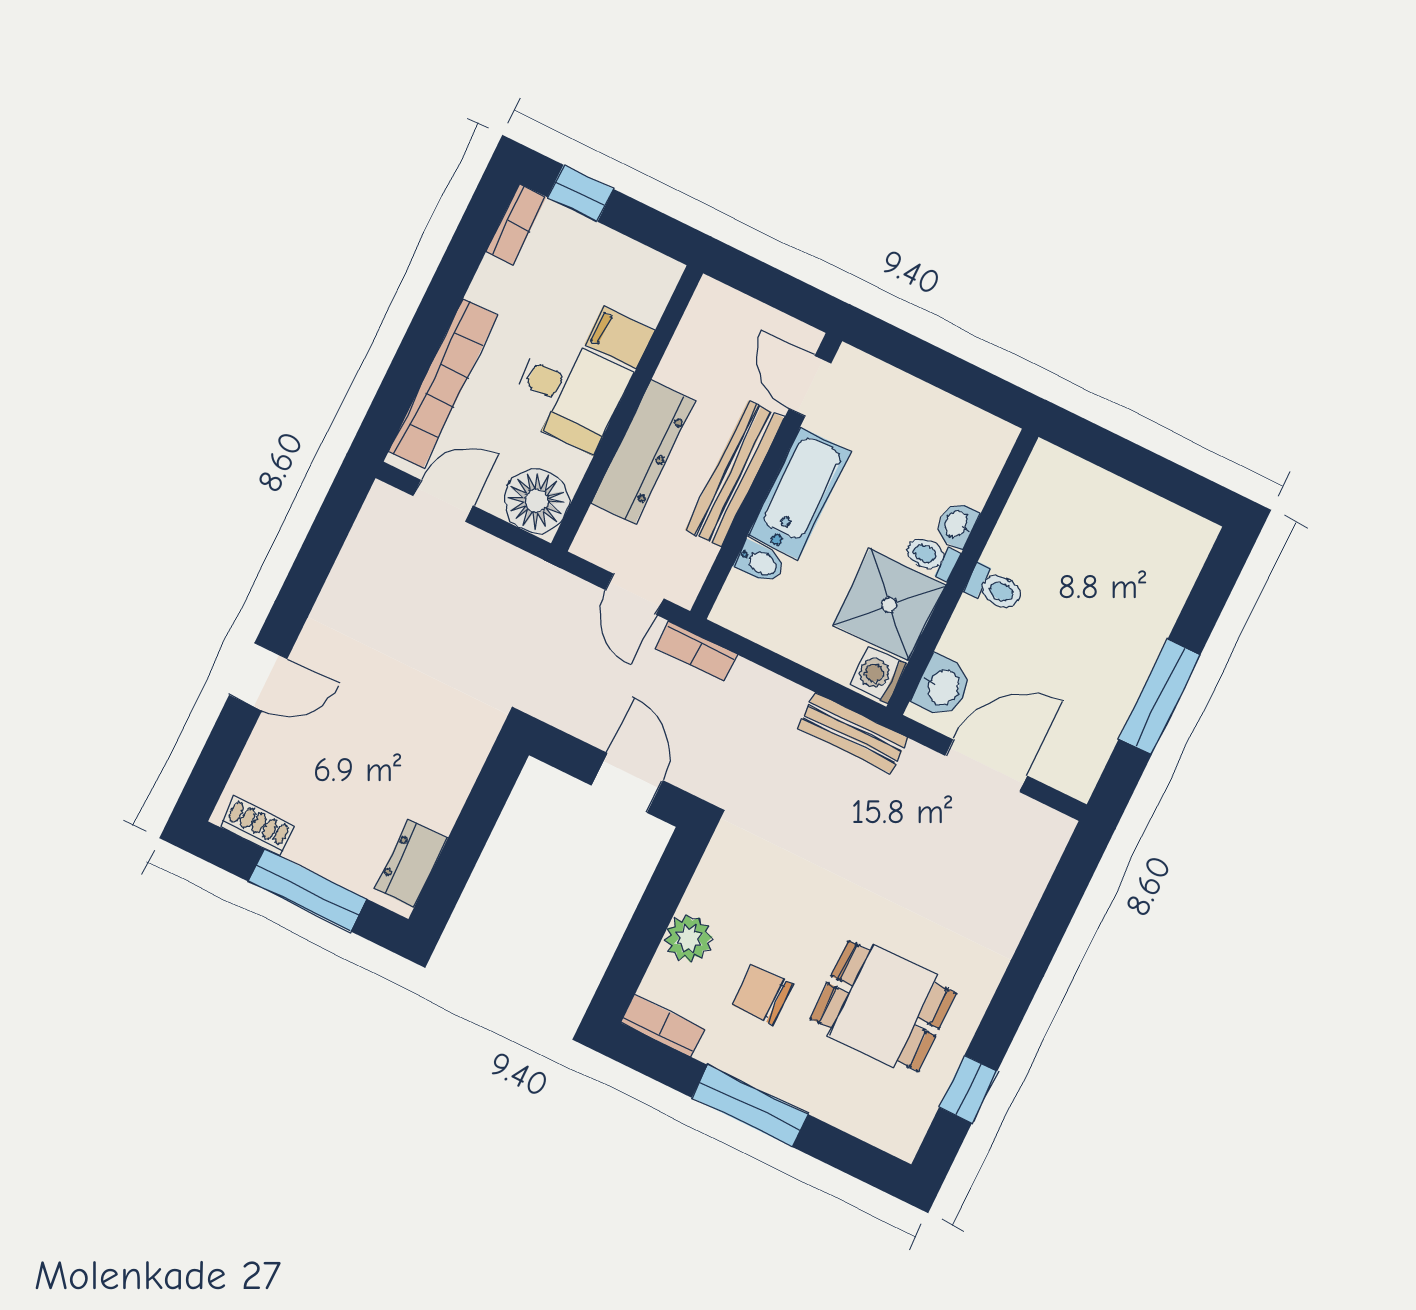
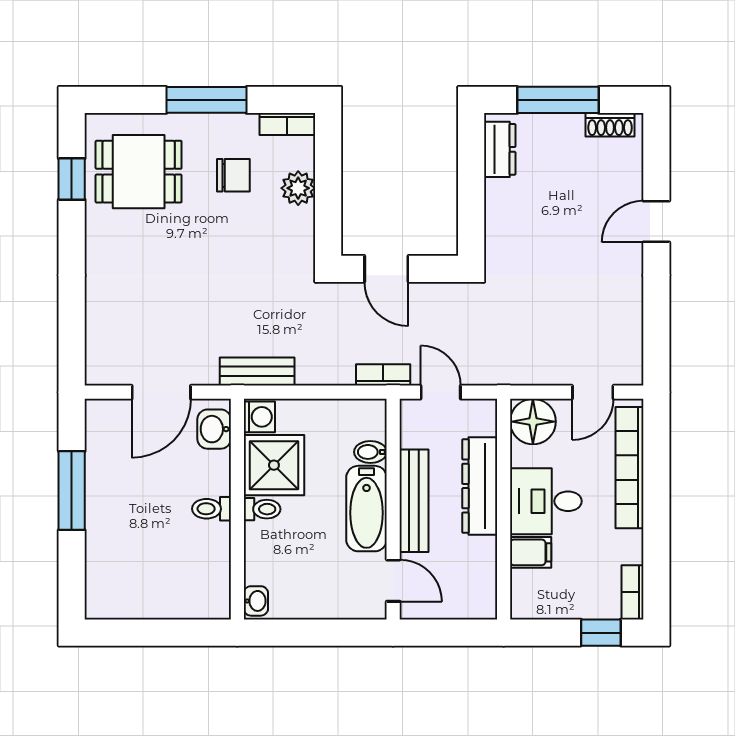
washbasin: (957, 524) -> (256, 601), moved
dining table: (883, 1006) -> (139, 172), moved

